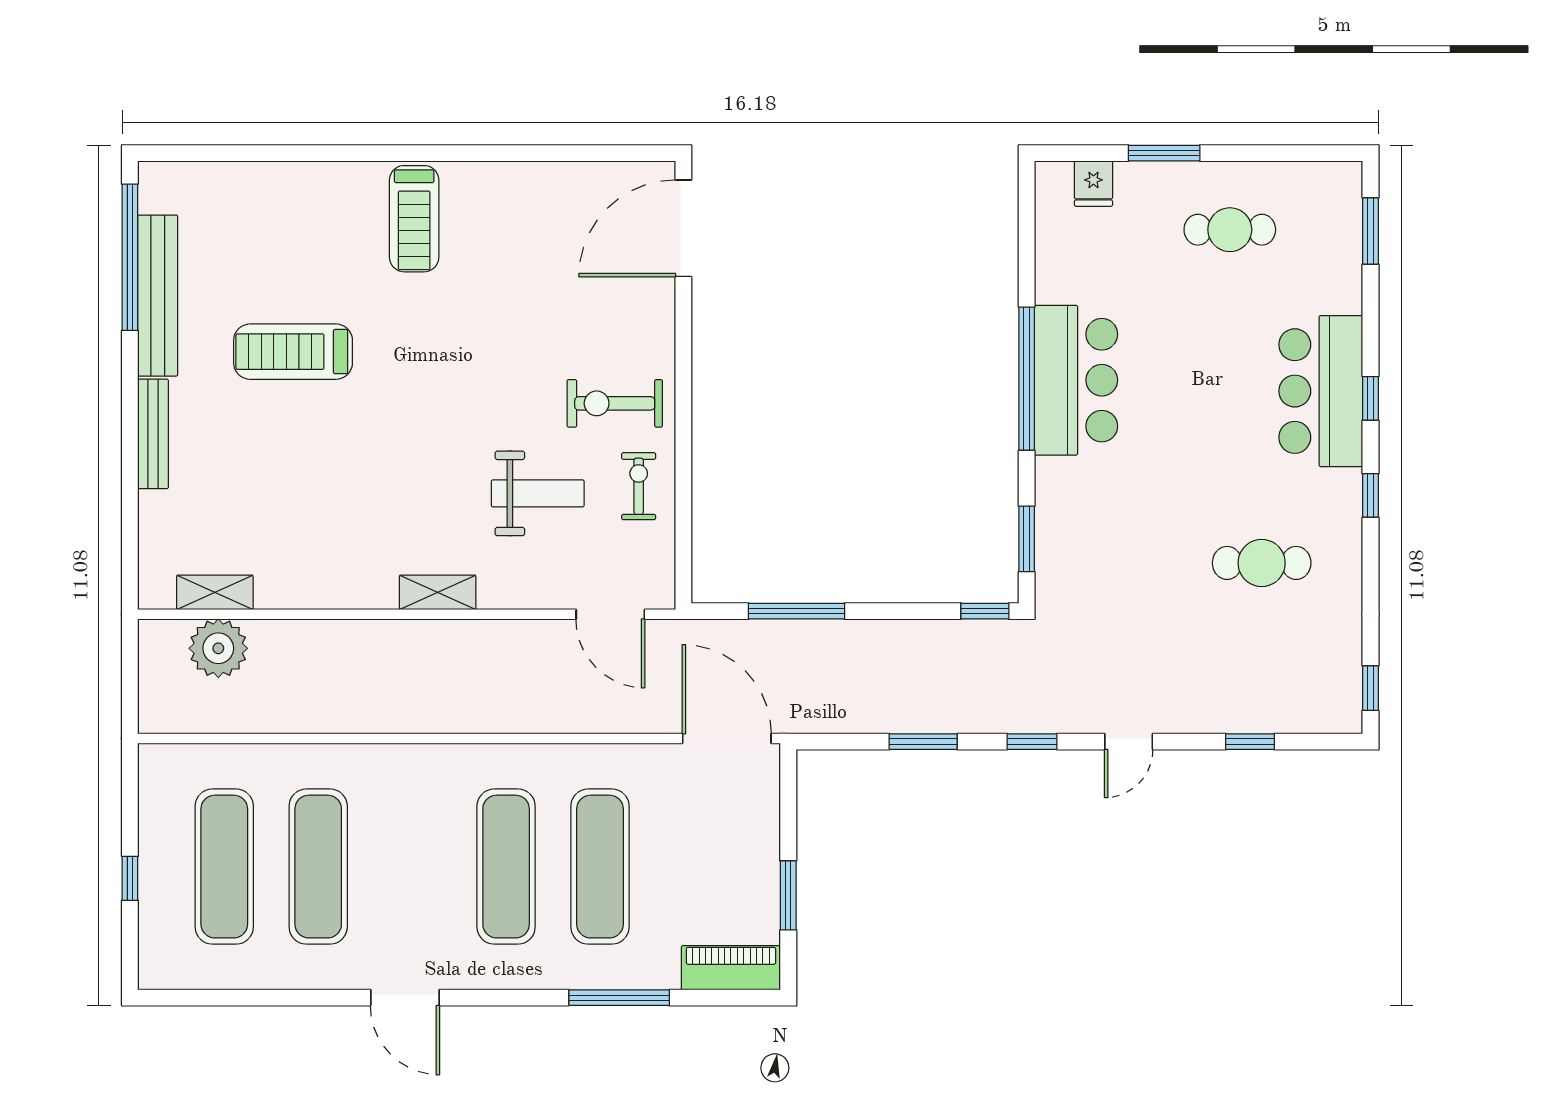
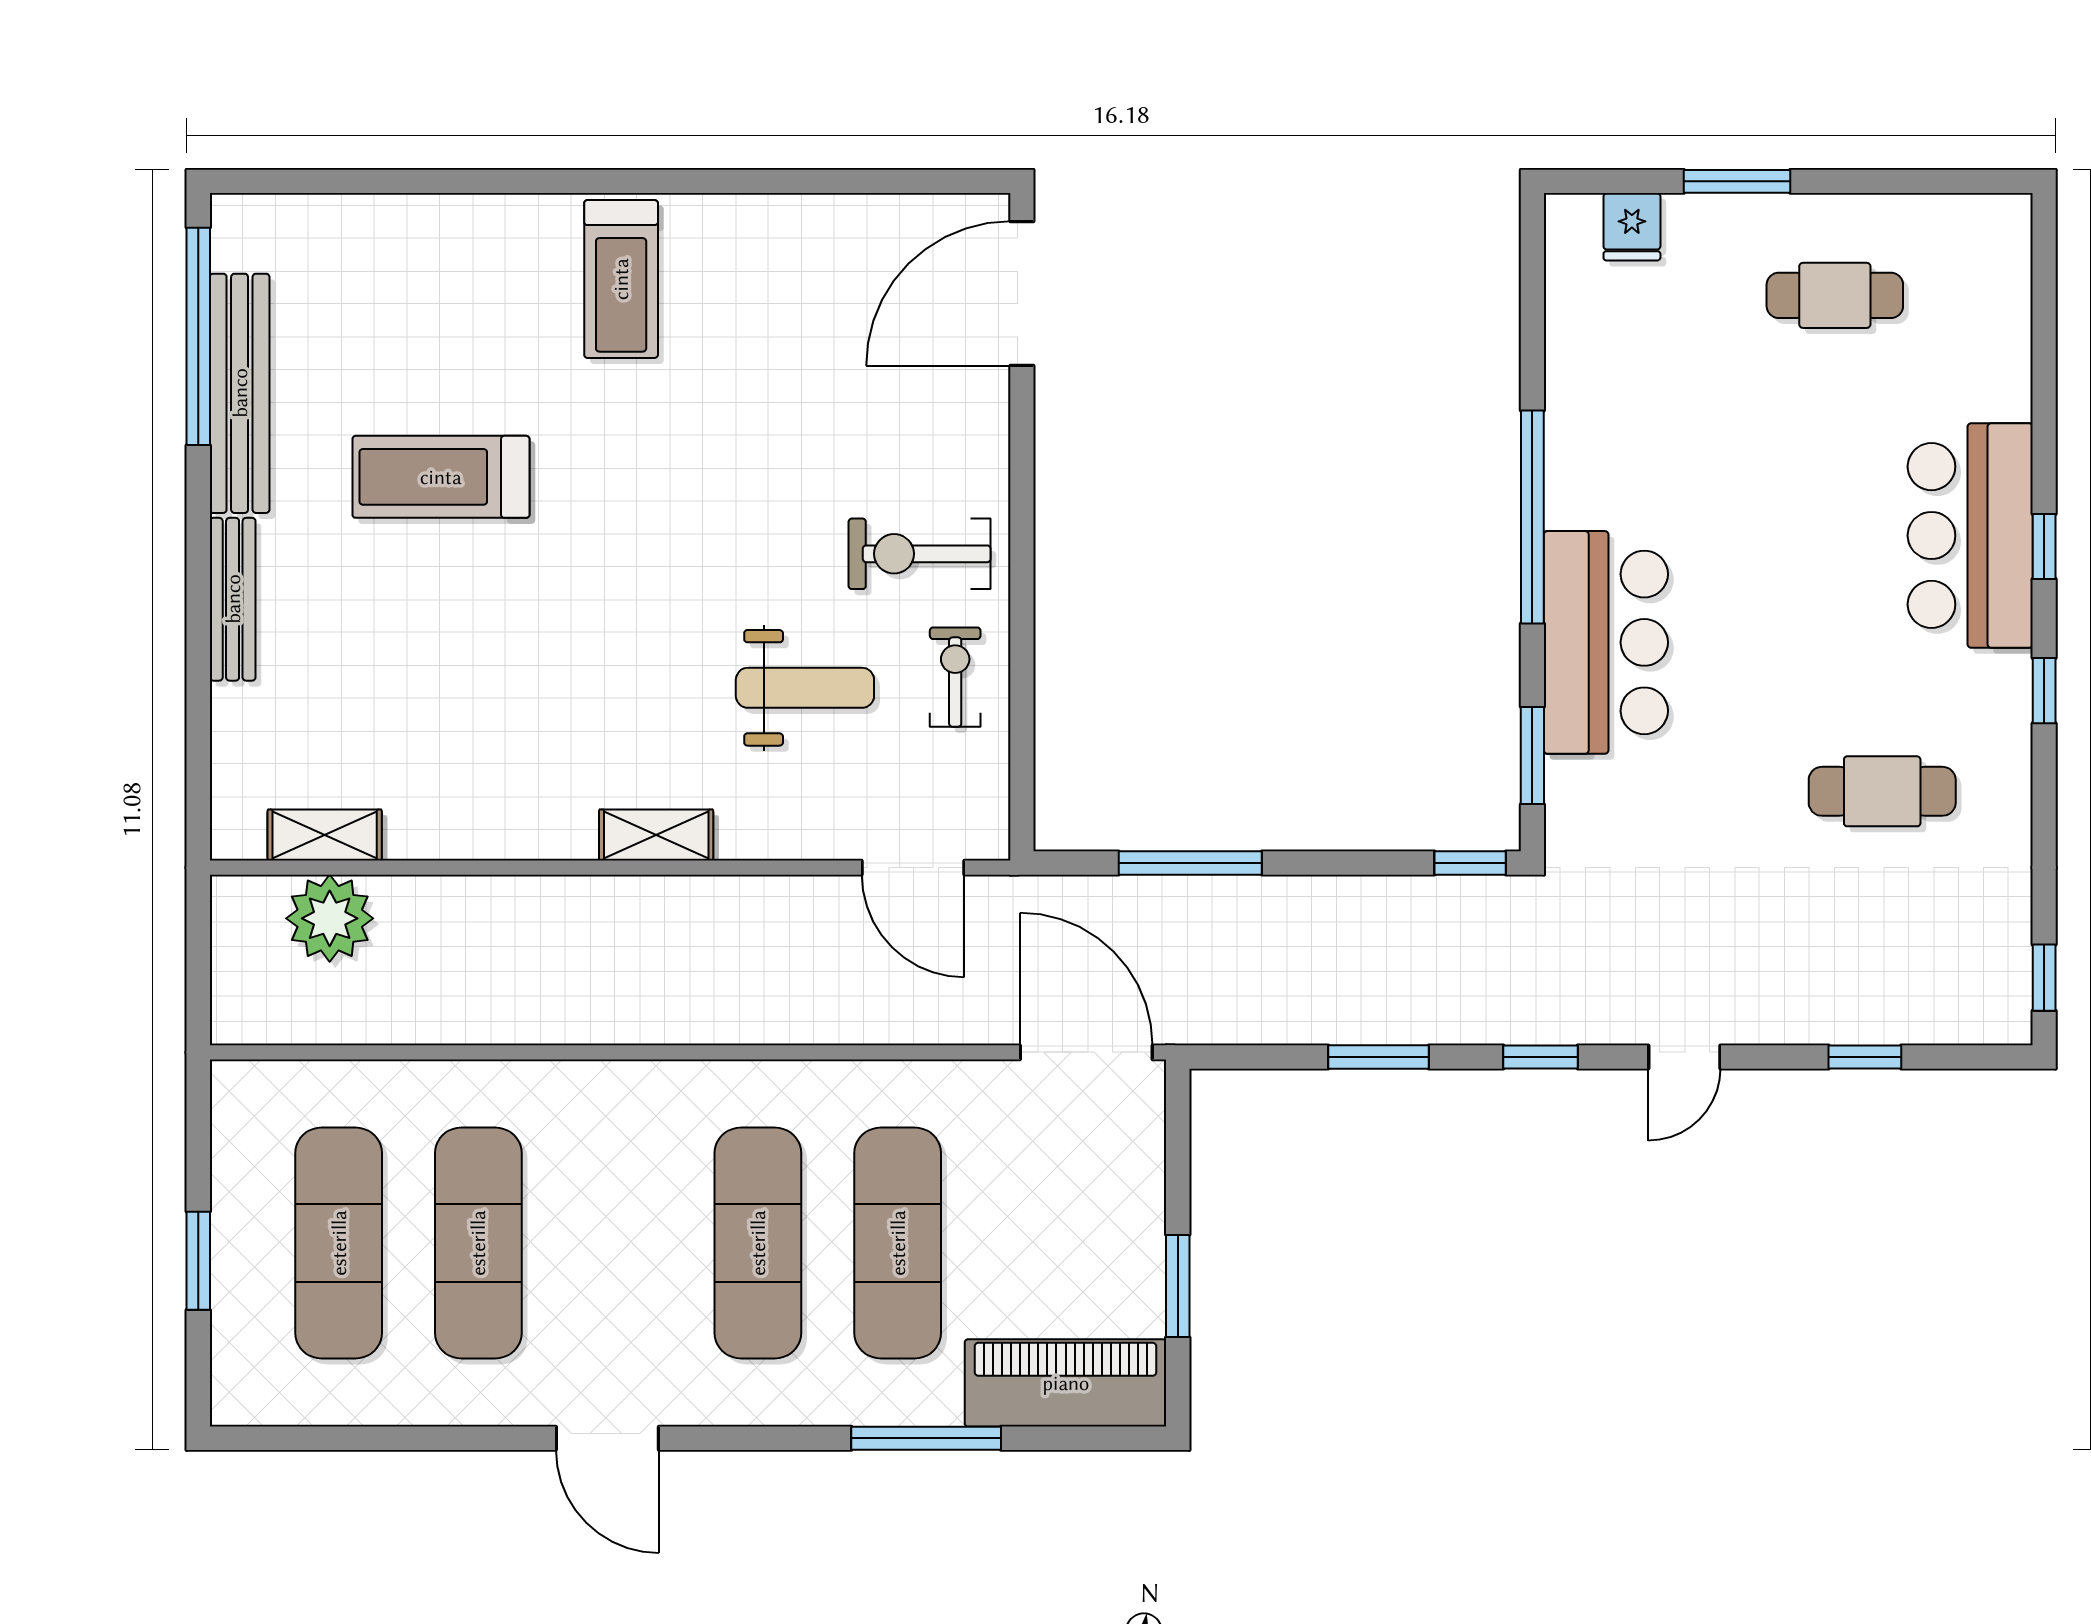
window: (1370, 231) -> (2044, 297), removed
bar counter: (1076, 380) -> (1606, 642), moved
window: (130, 878) -> (198, 1261), width x1.50
piano: (731, 968) -> (1066, 1383), width x1.37, depth x1.33

